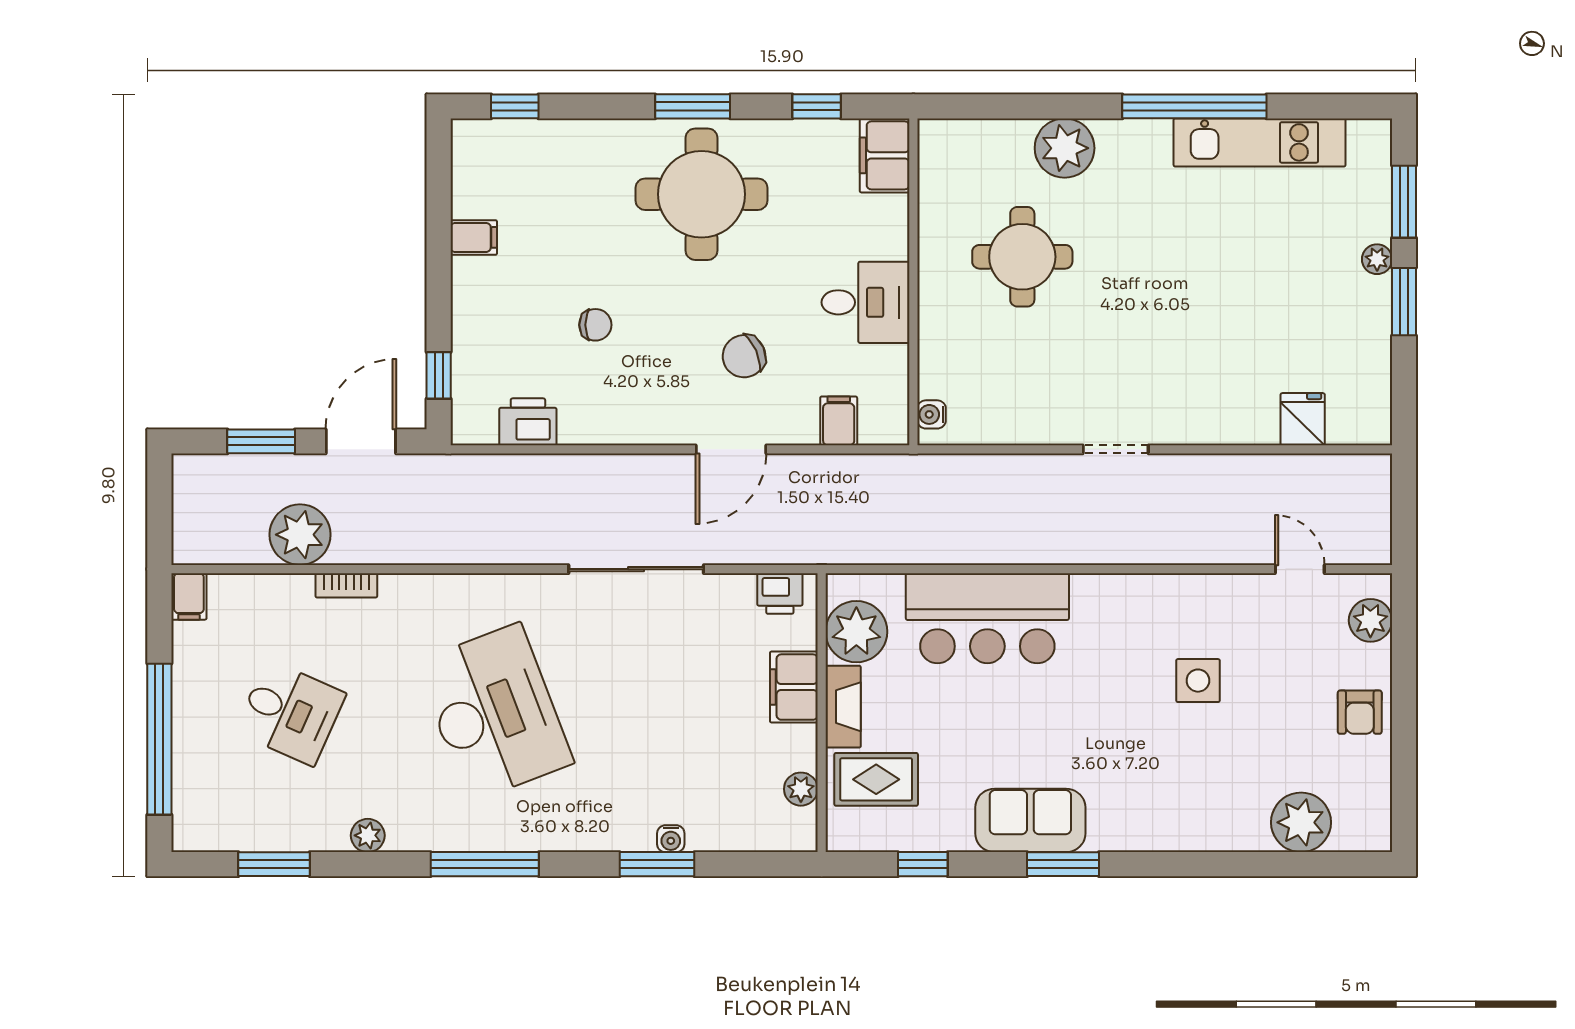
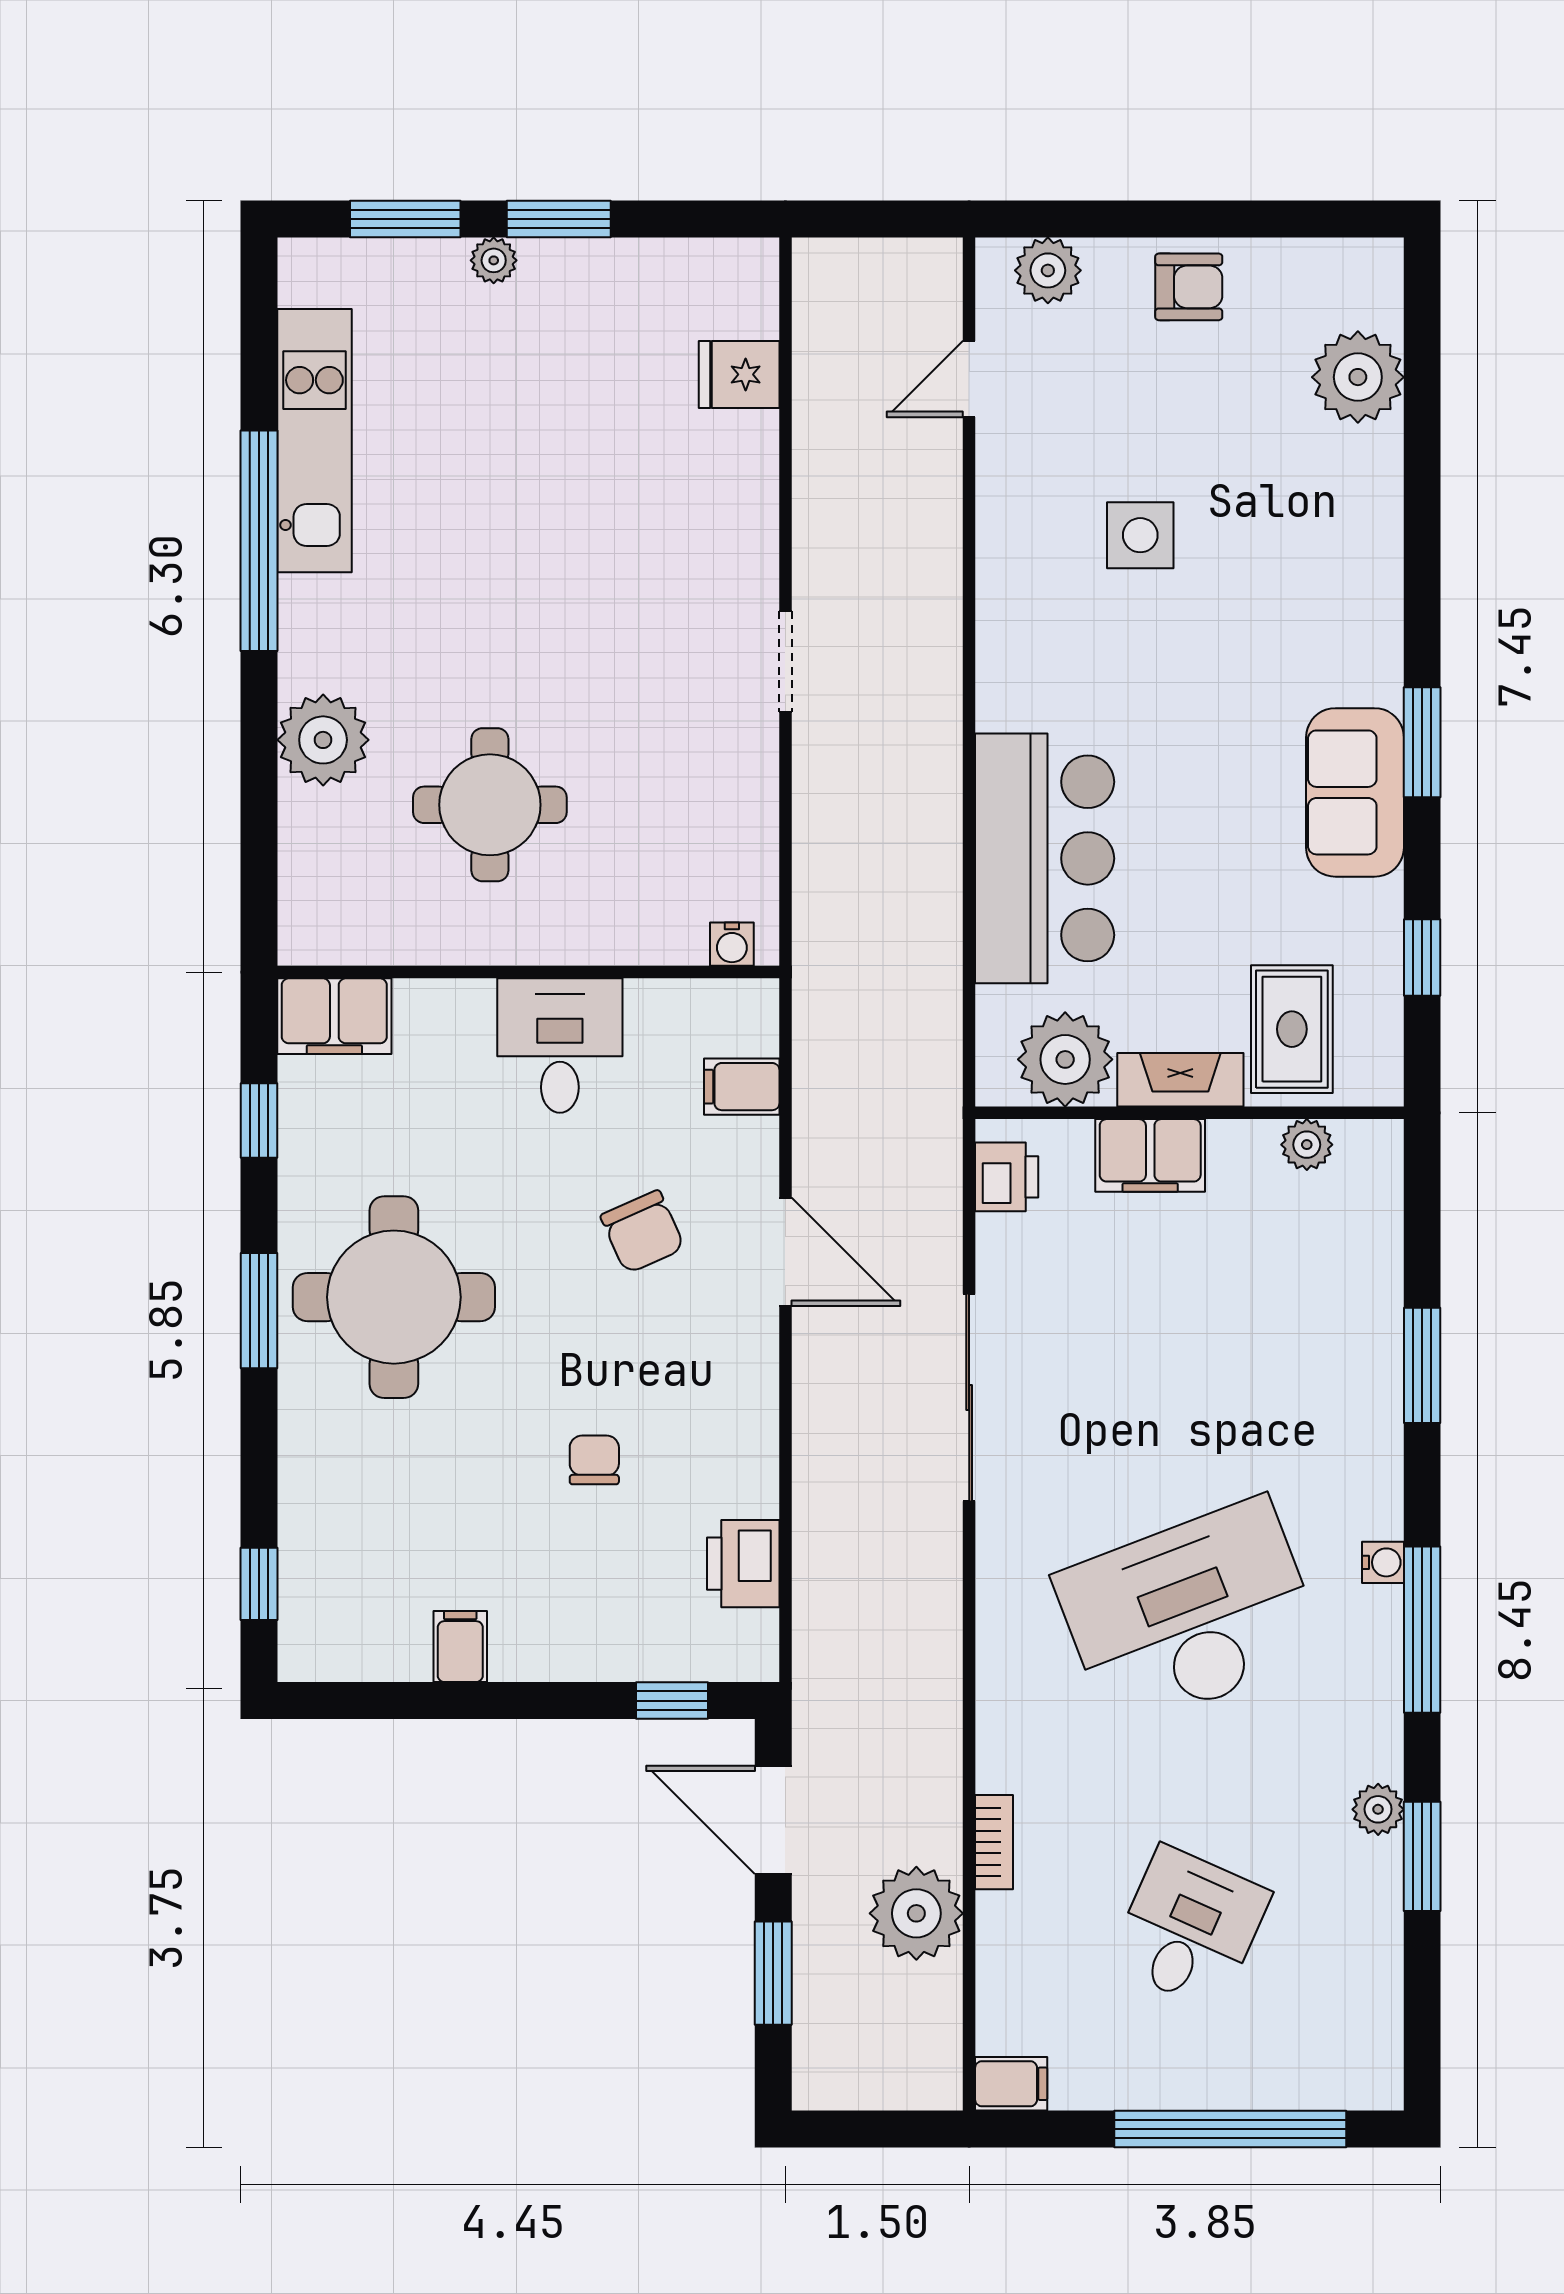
water cooler: (671, 839) -> (1383, 1562), moved
window: (274, 864) -> (1422, 1856), moved

